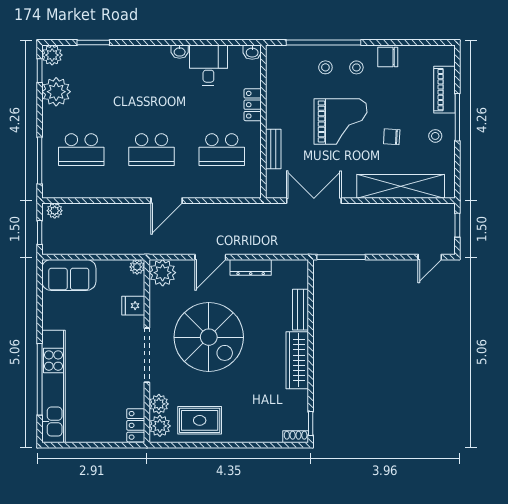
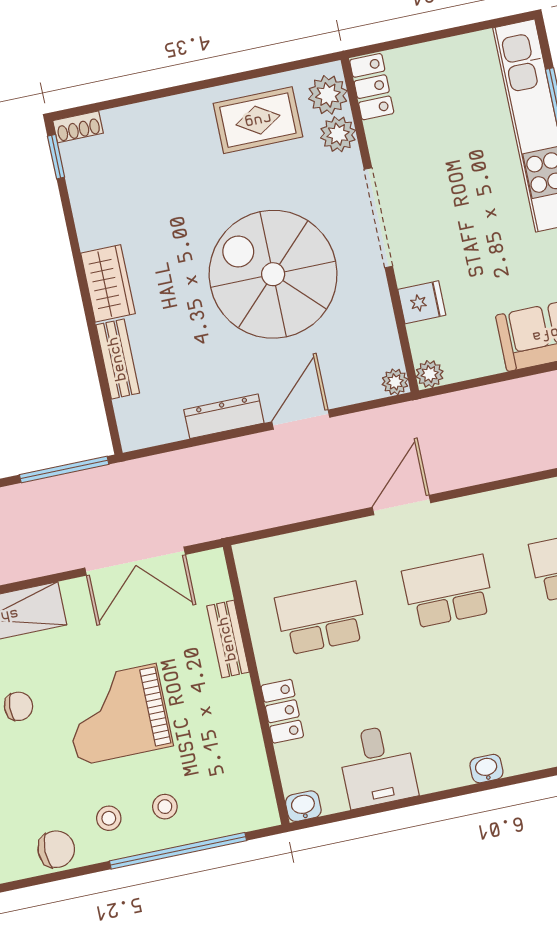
washbasin: (180, 52) -> (486, 769), moved
plant: (163, 273) -> (395, 382), width x0.53, depth x0.53
wardrobe: (297, 360) -> (108, 283), width x0.67

